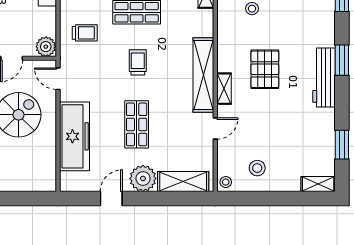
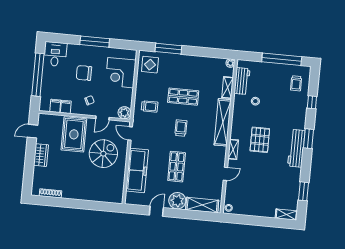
shelving: (203, 75) -> (223, 122), moved
stool: (257, 168) -> (249, 201), removed

